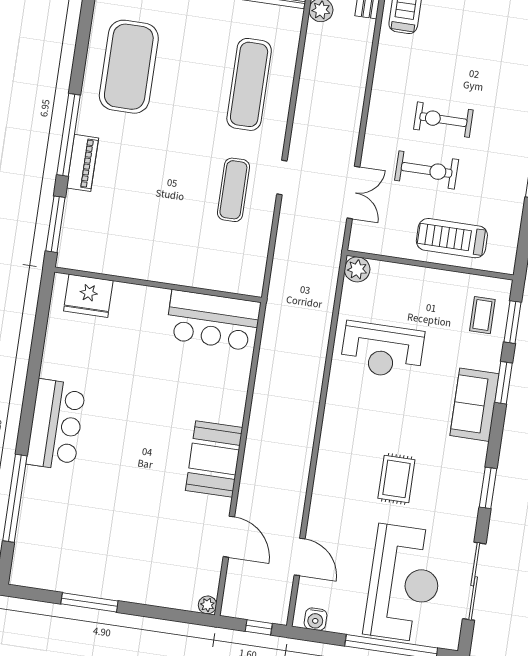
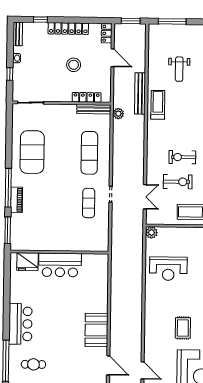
bar counter: (213, 320) -> (60, 265), moved
cafe table: (72, 514) -> (33, 364), added

